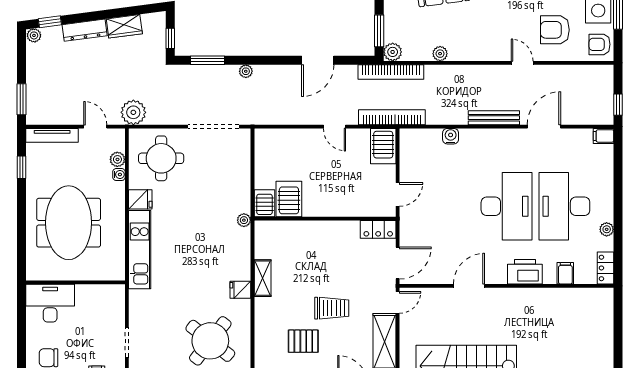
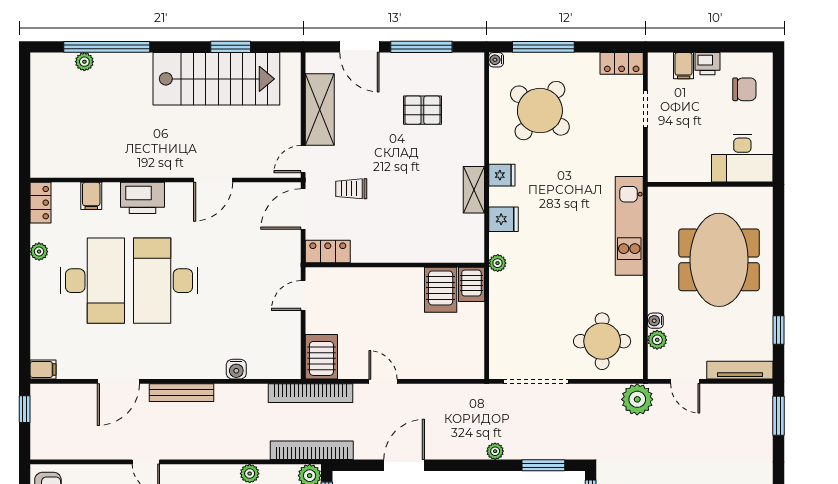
fridge: (140, 199) -> (504, 219), moved, turned 180
trolley: (332, 308) -> (351, 189), moved, width x0.73, depth x0.72

